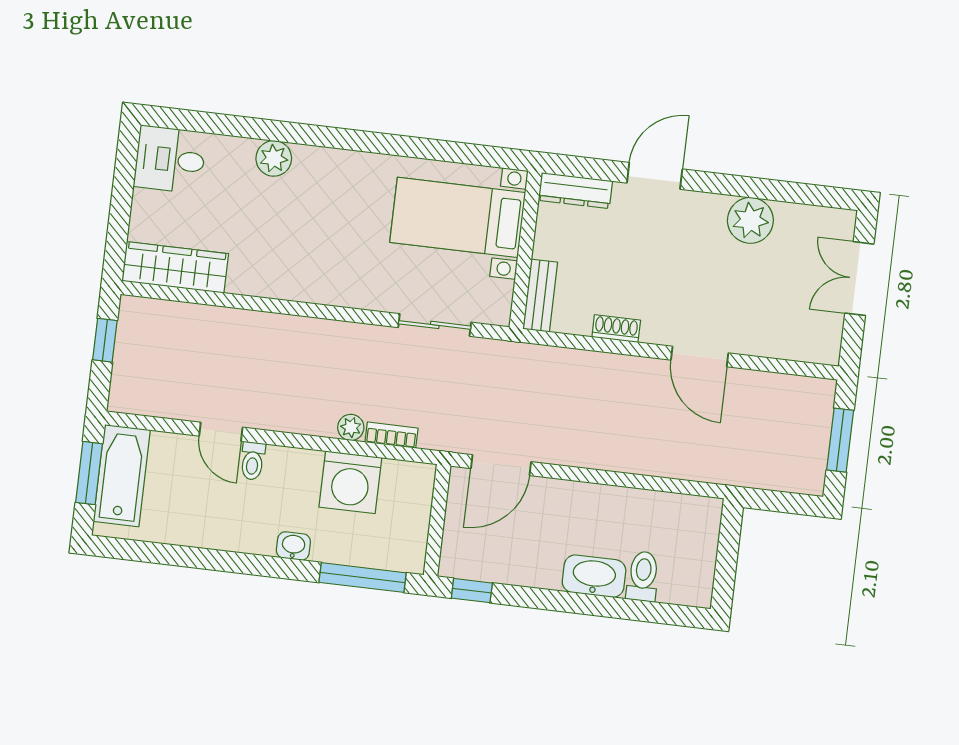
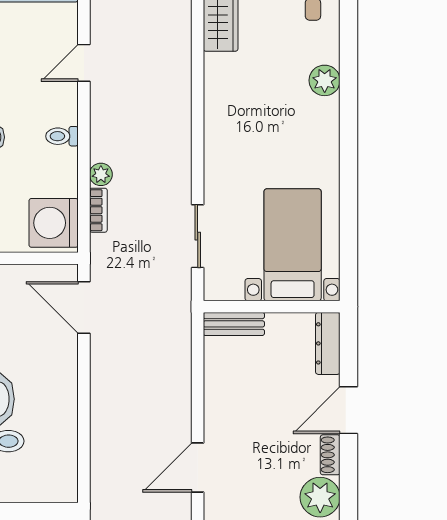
door: (655, 176) -> (349, 410), swing flipped
shoe rack: (616, 329) -> (330, 455), moved, turned 180
toilet: (253, 461) -> (62, 136), moved
washing machine: (350, 482) -> (54, 223), moved

